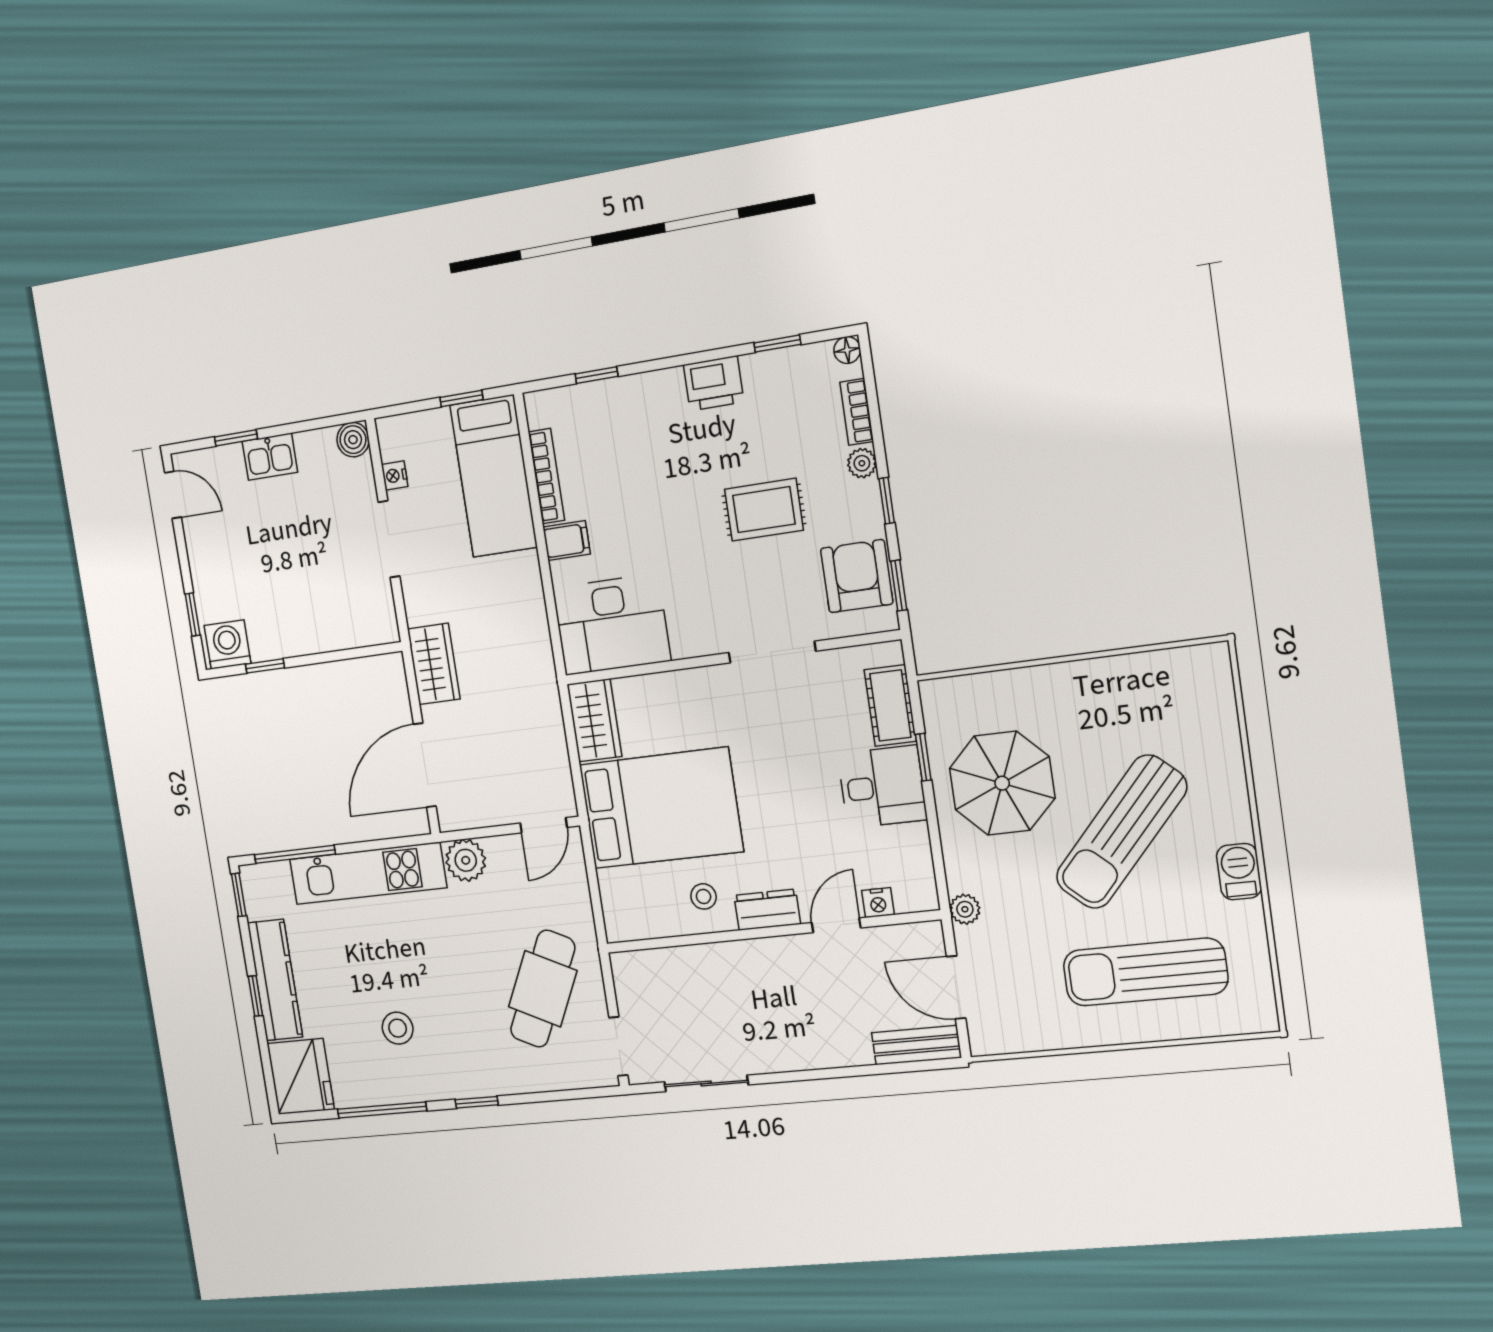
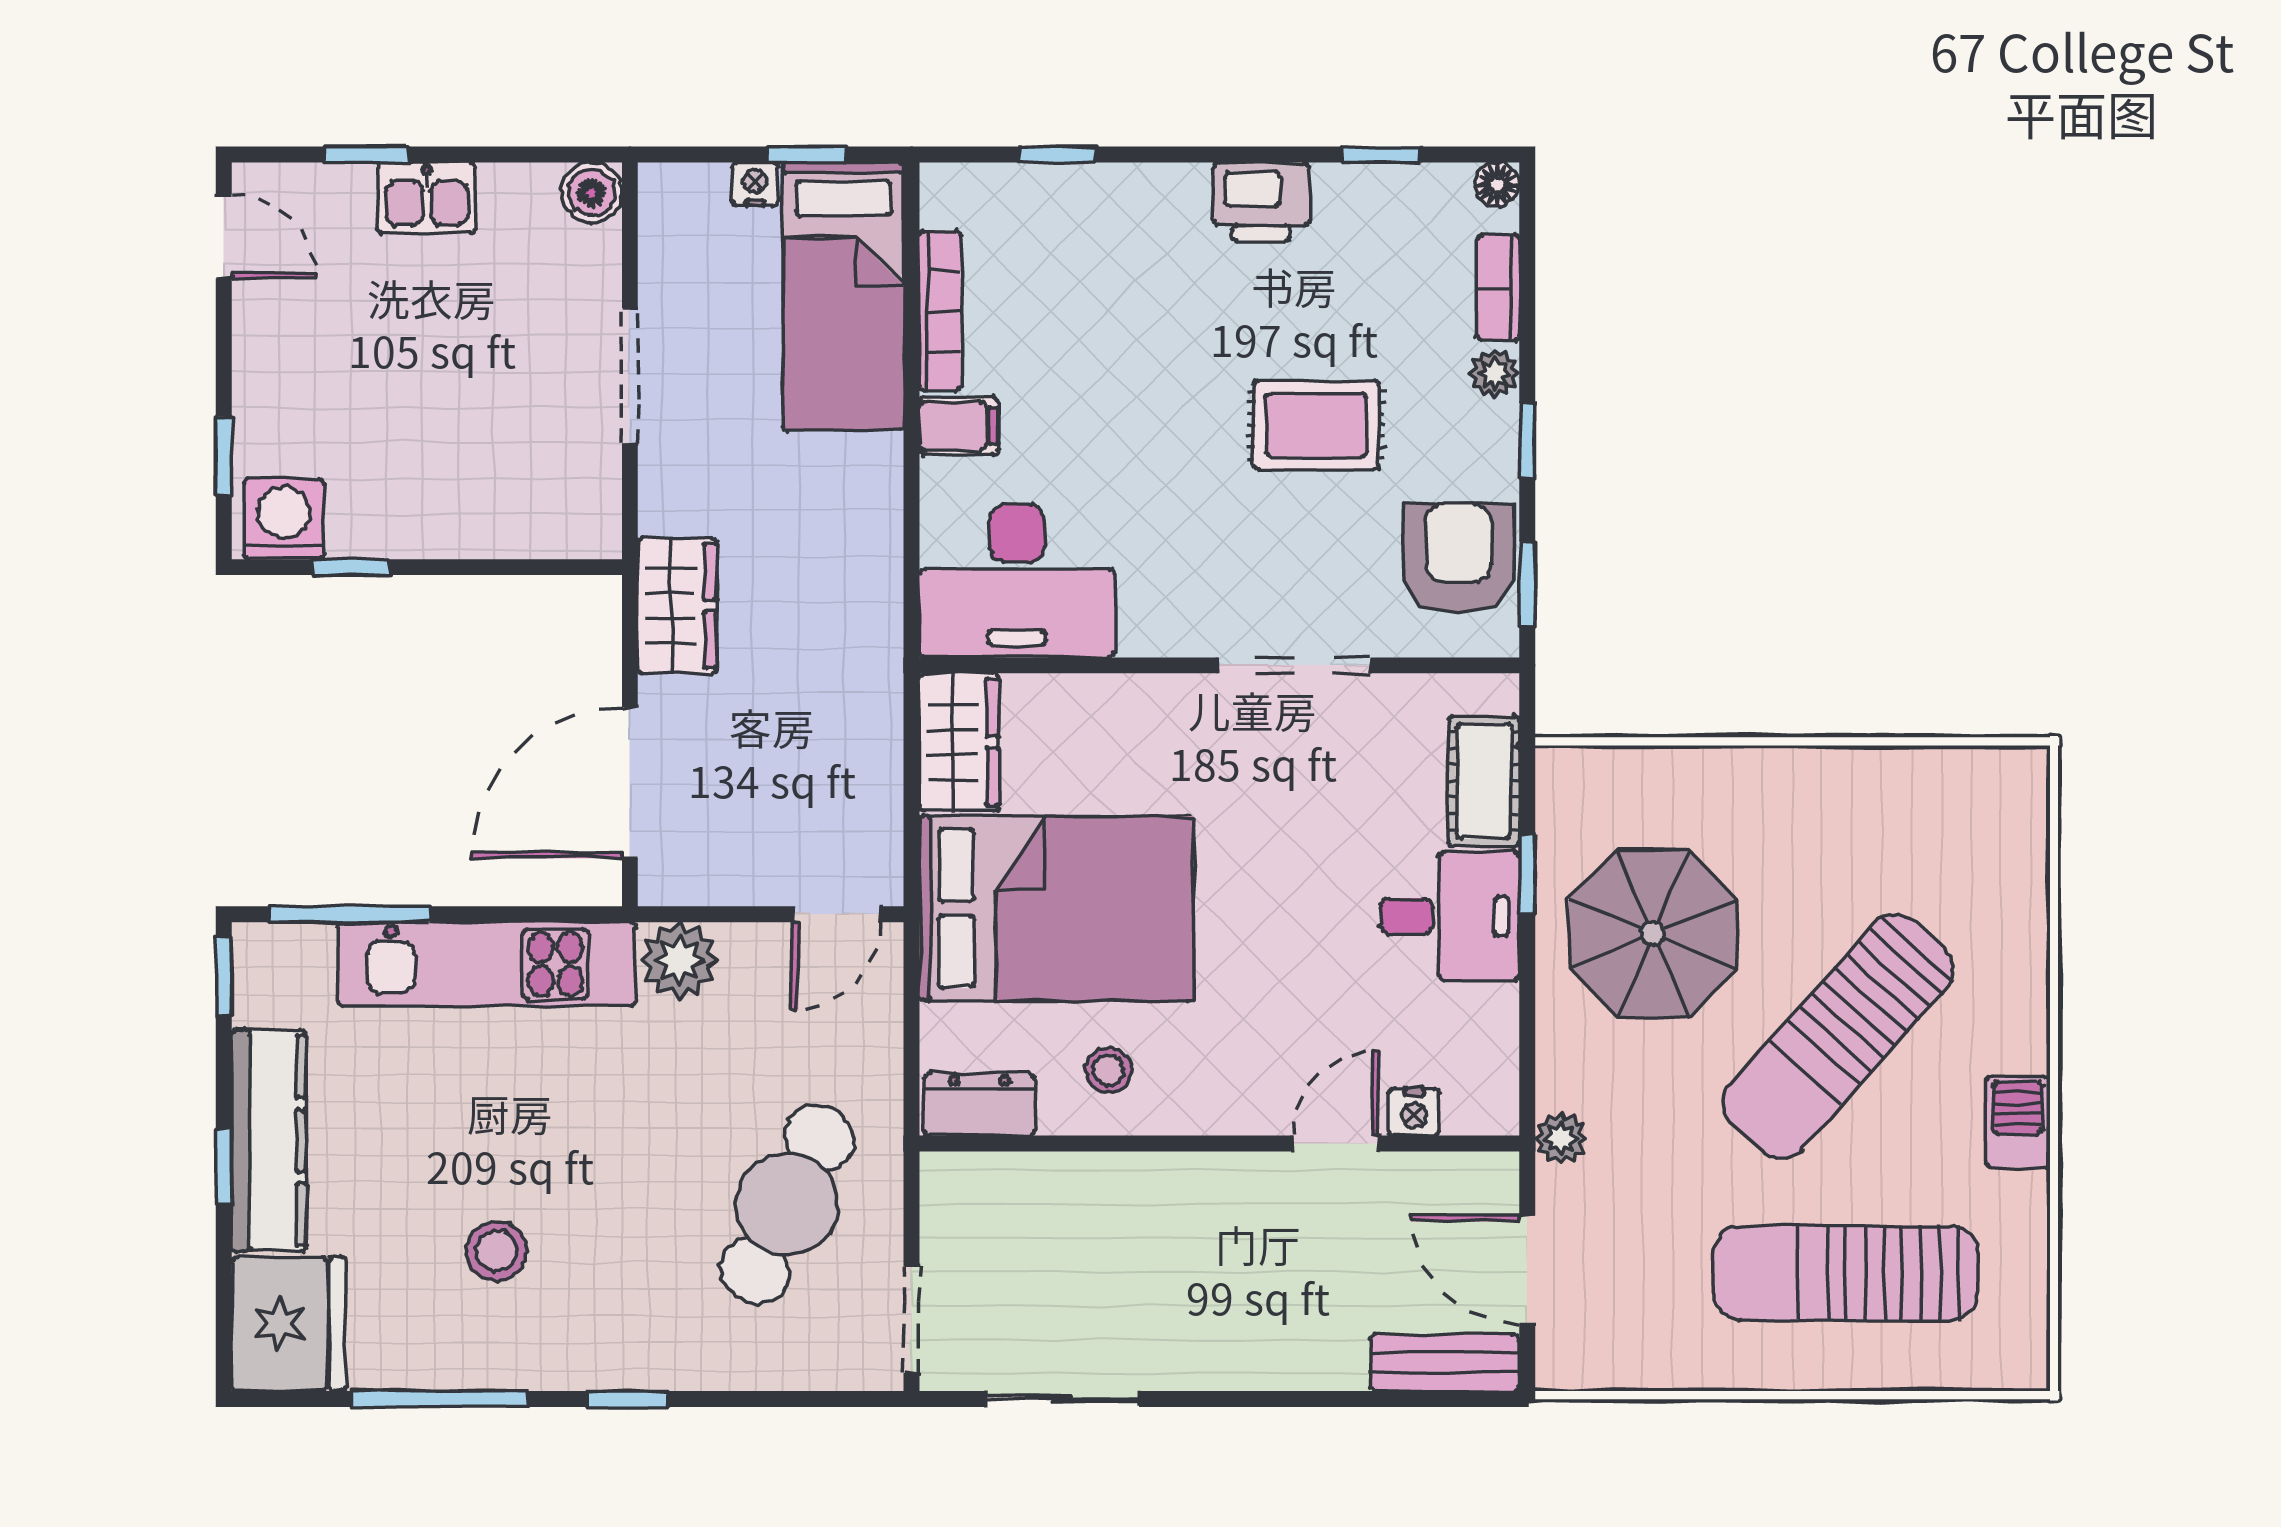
nightstand: (395, 476) -> (755, 184), moved, turned 90
dresser: (767, 910) -> (980, 1105), moved

